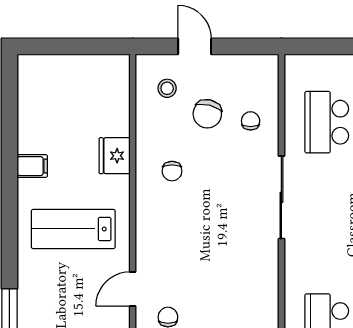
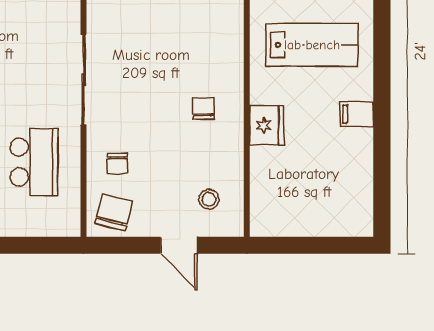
chair: (207, 114) -> (114, 212), moved

